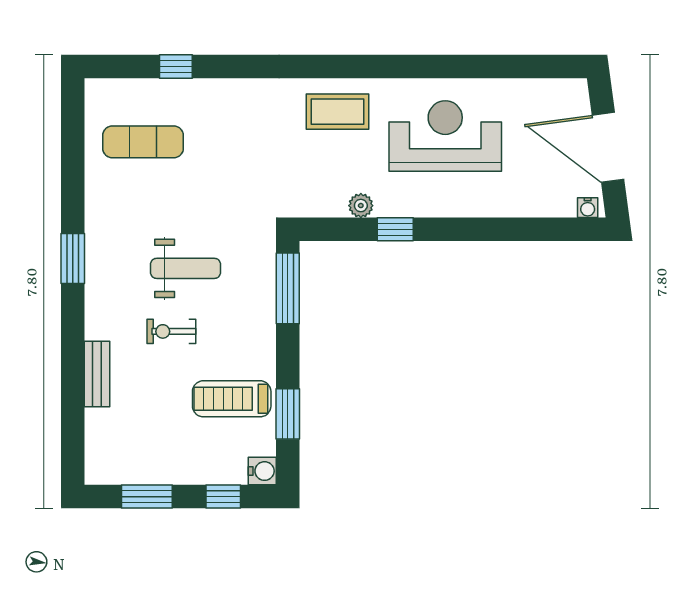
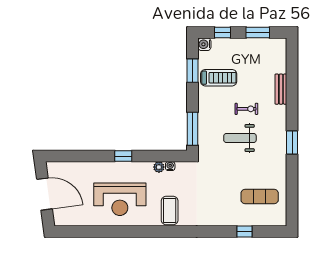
coffee table: (338, 112) -> (170, 211), turned 90
water cooler: (588, 208) -> (170, 166), moved
window: (395, 229) -> (123, 156), moved

